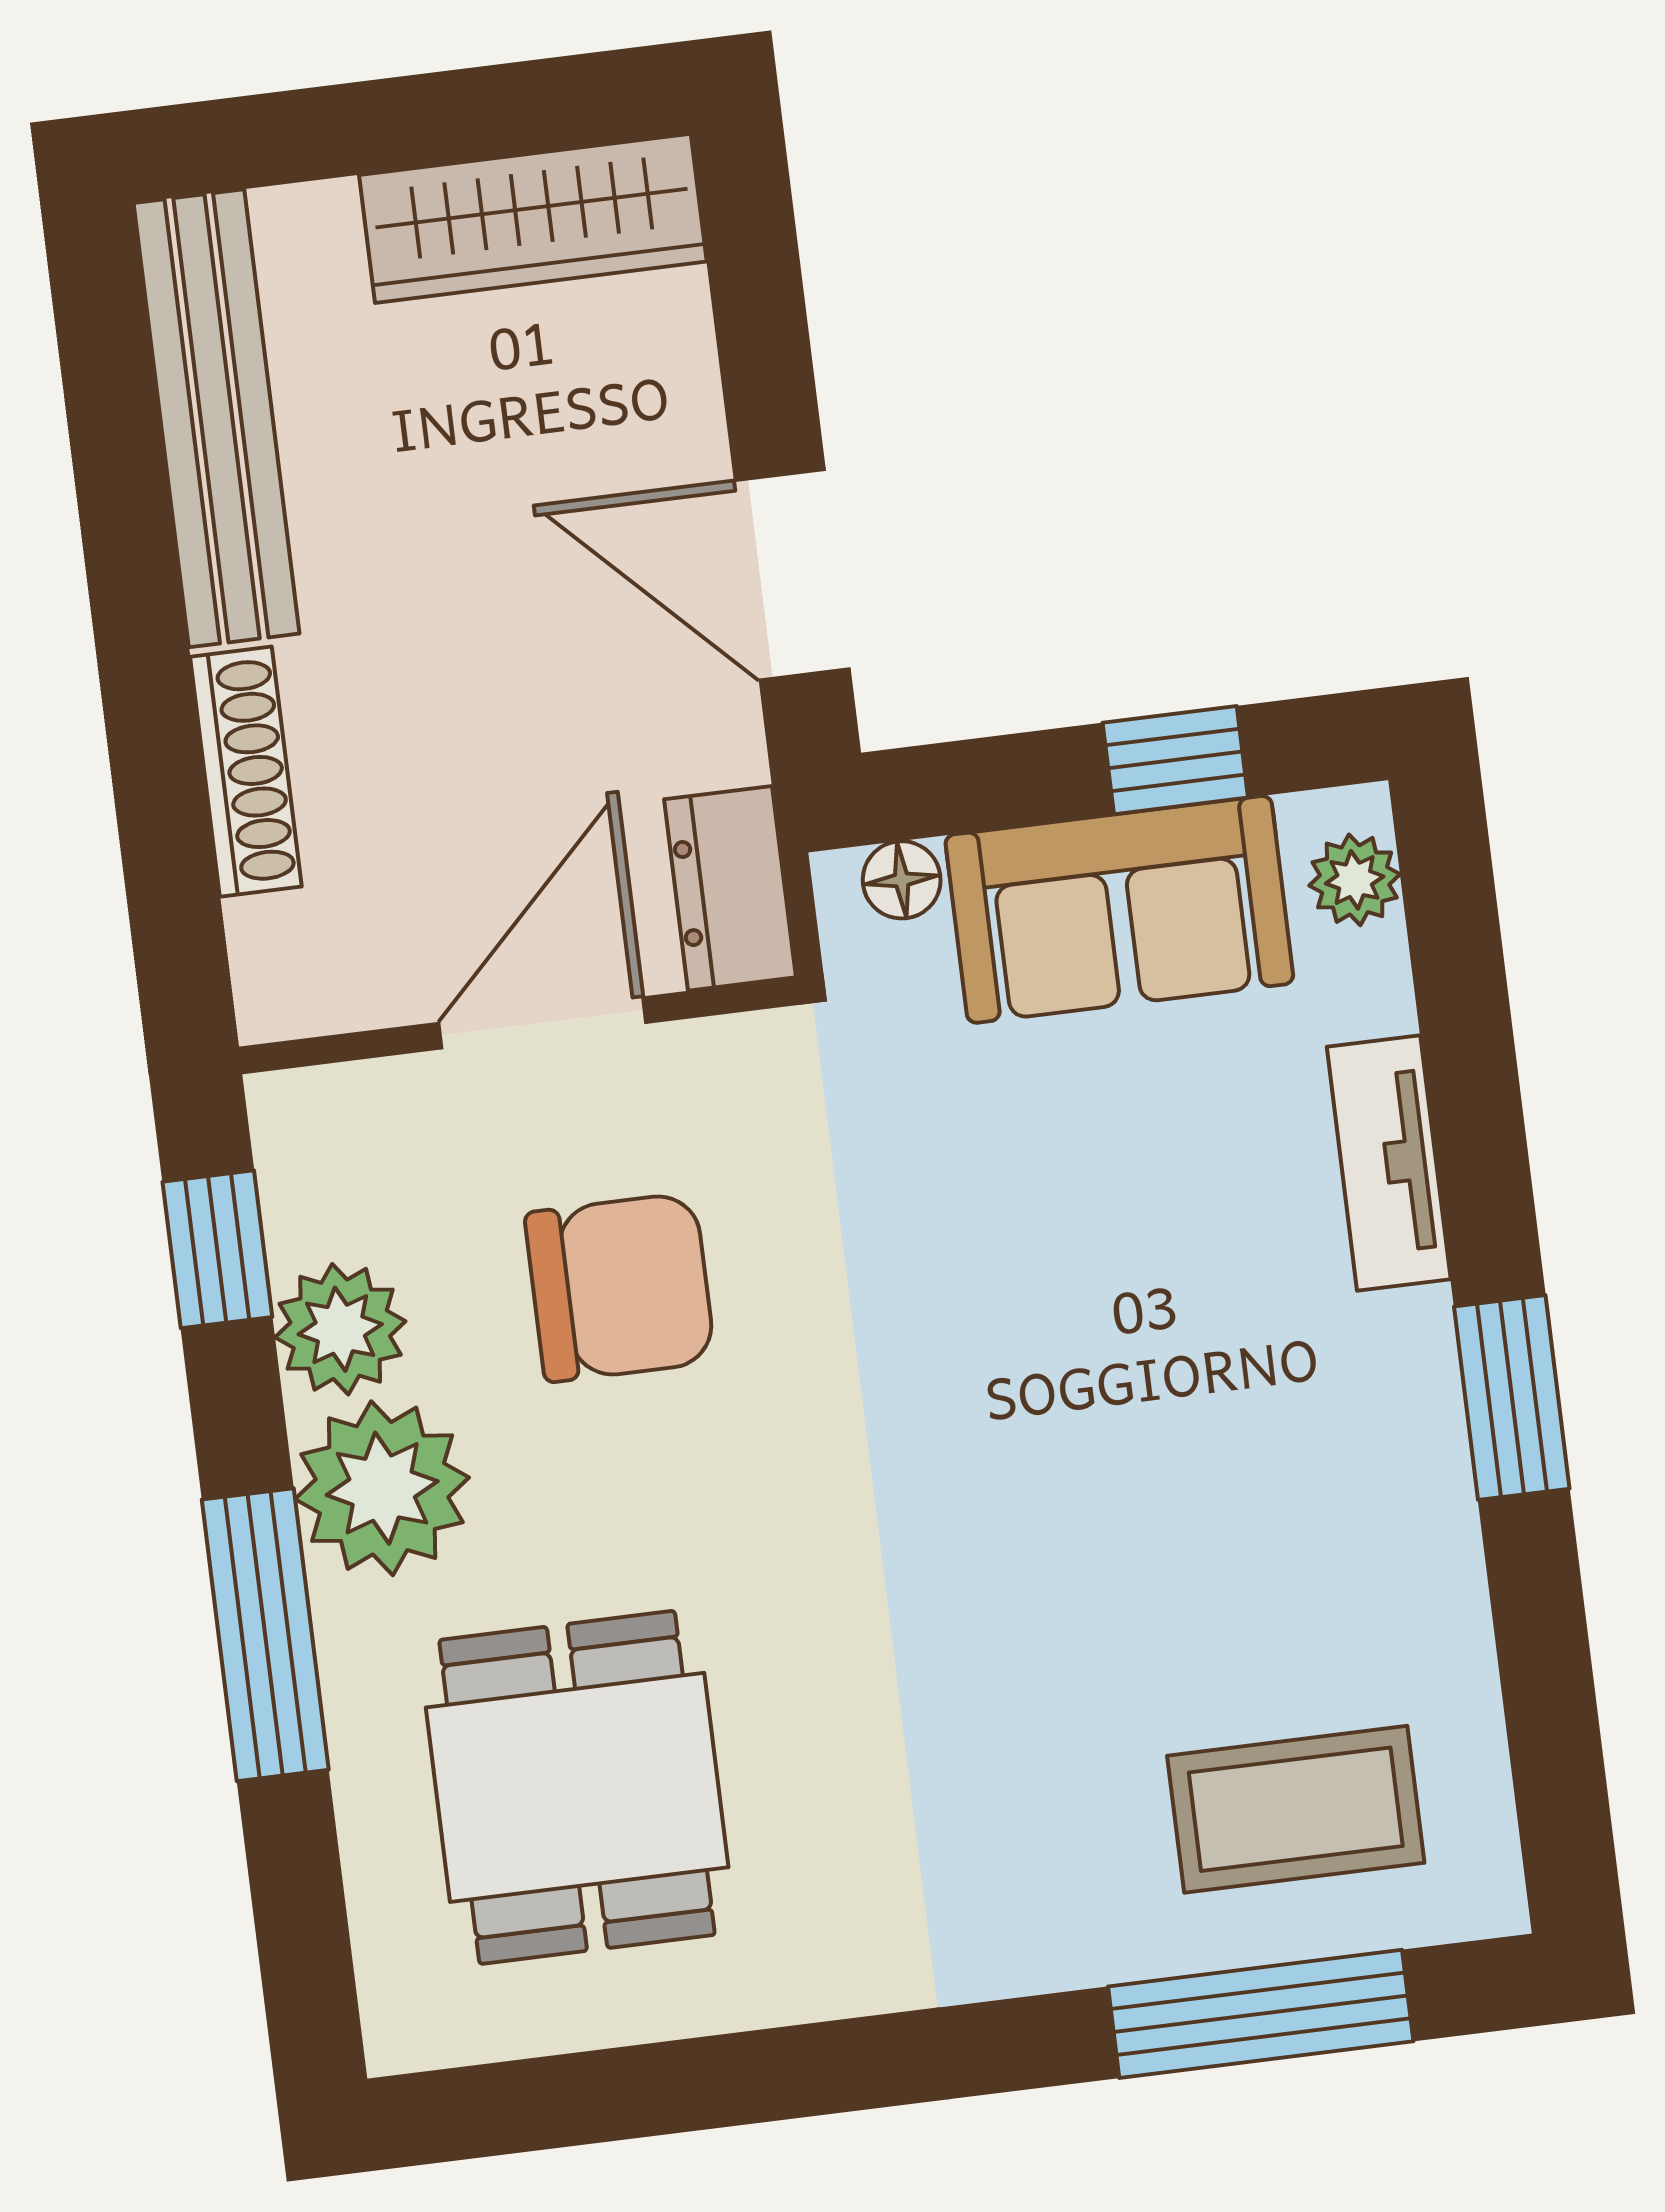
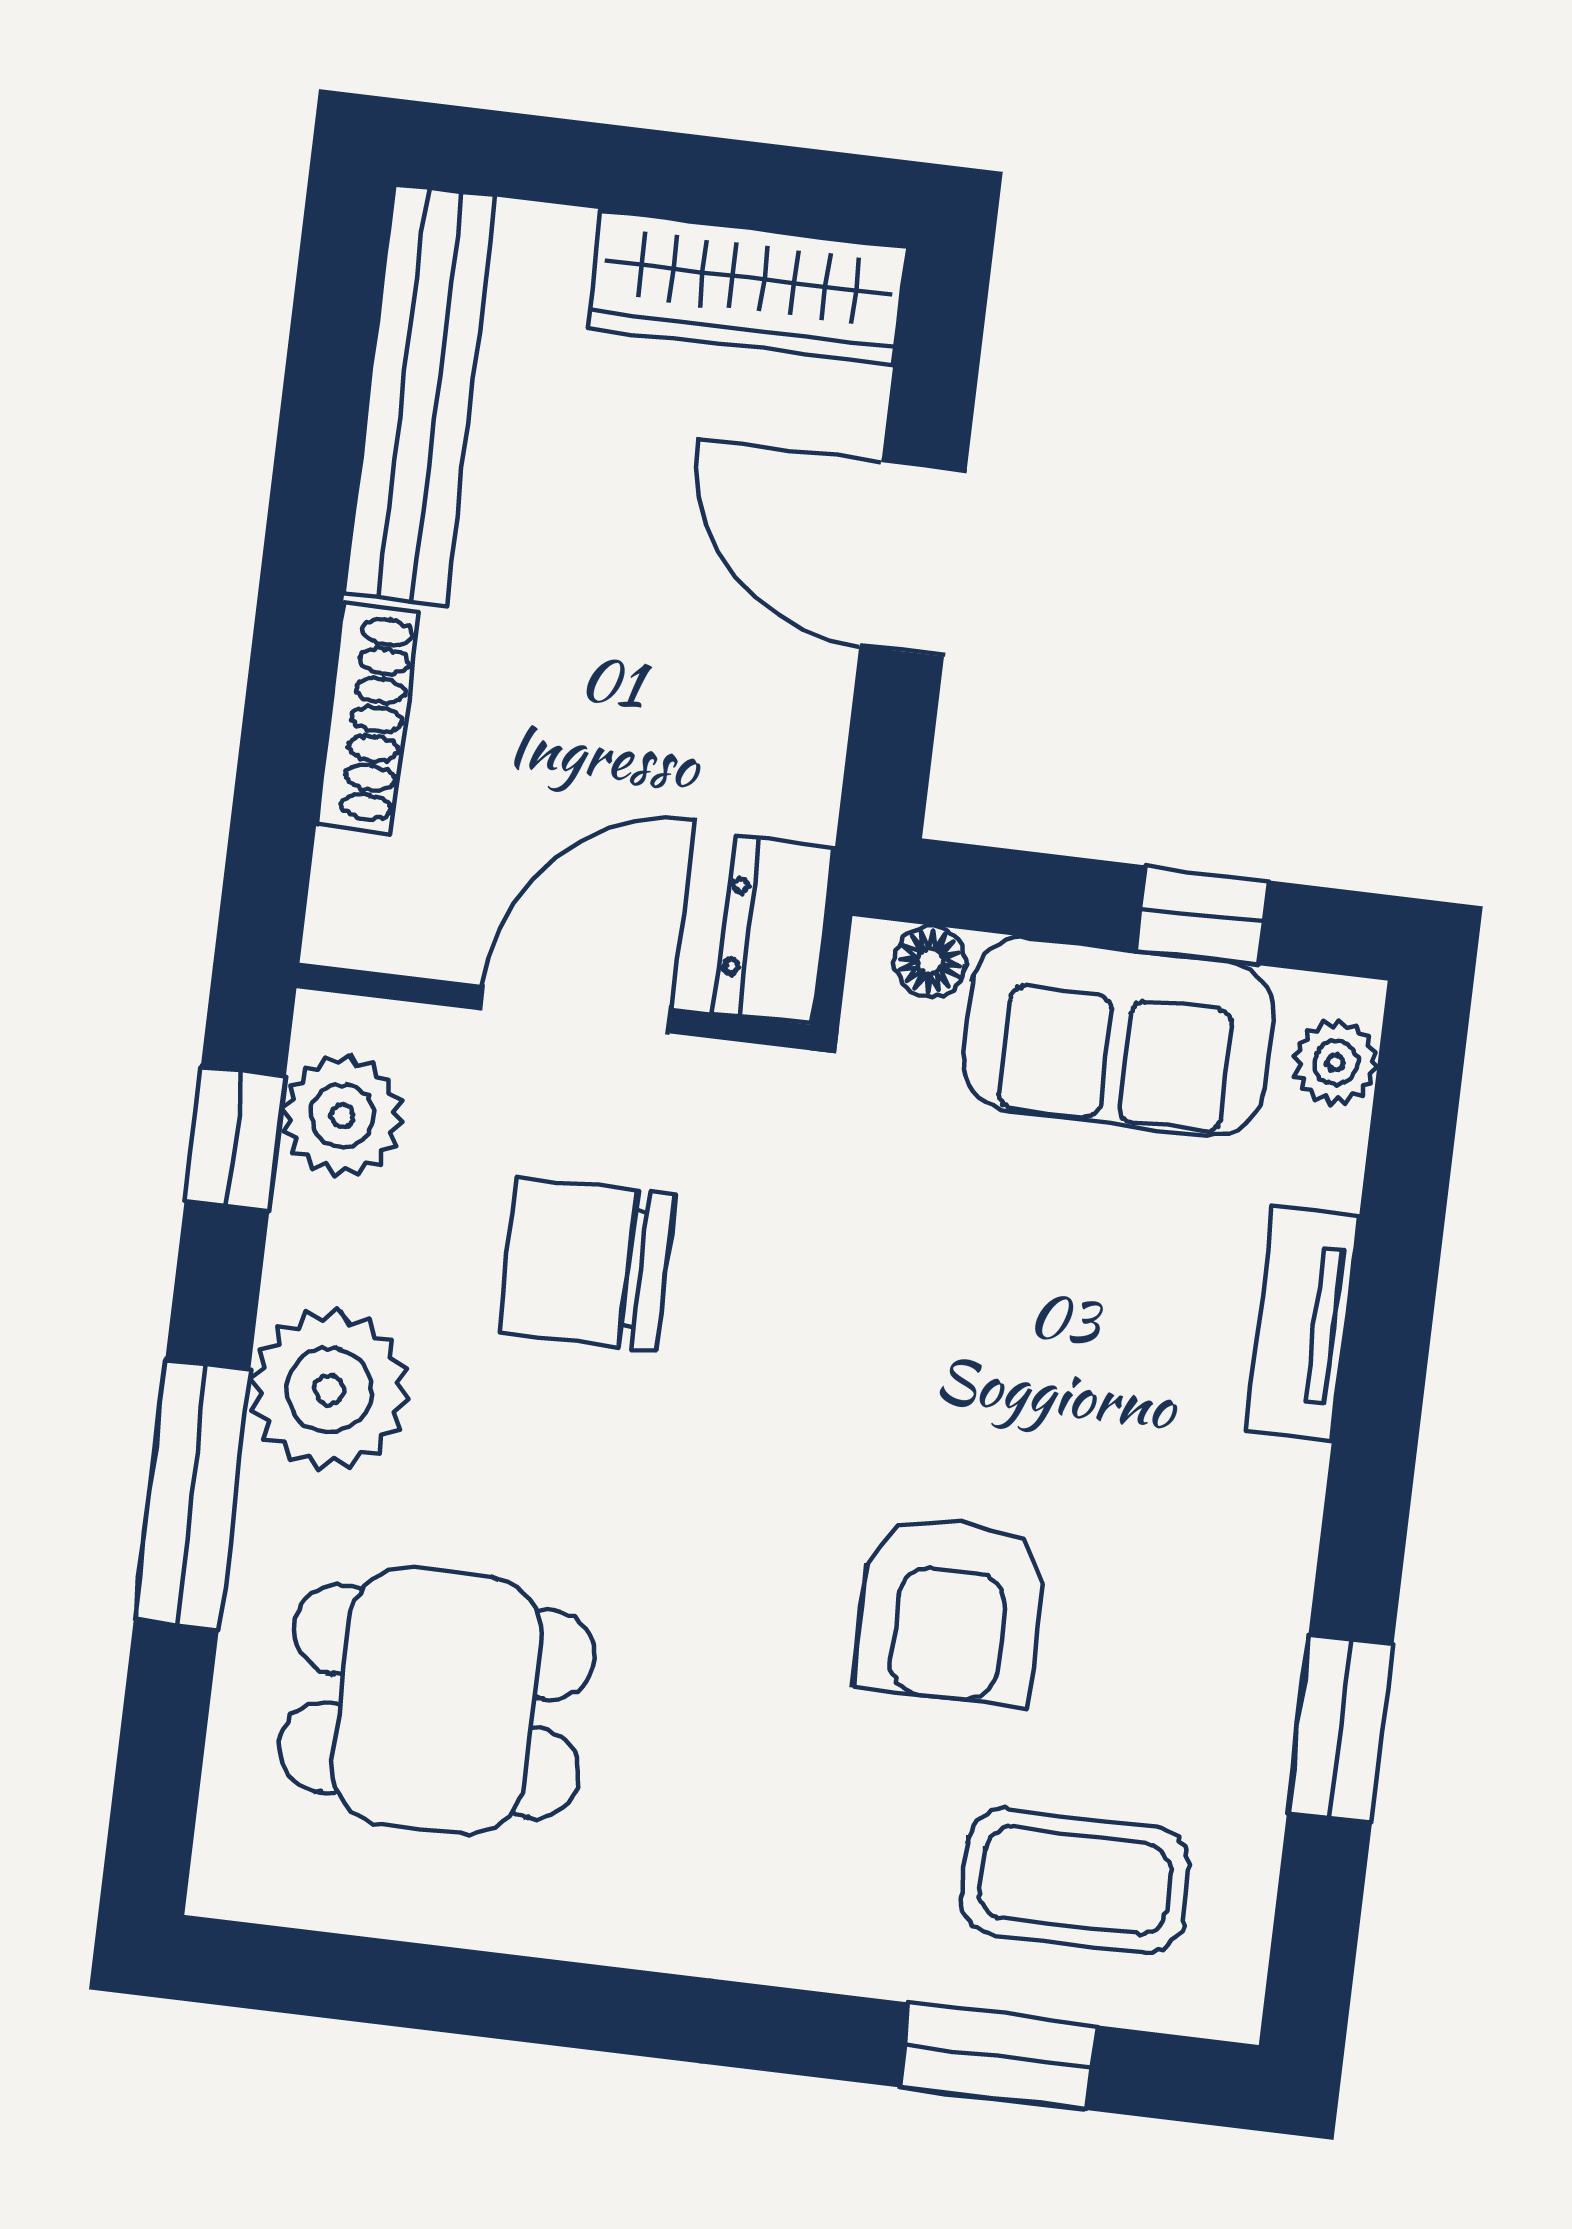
door: (792, 575) -> (913, 559), moved
chair: (620, 1287) -> (587, 1263), turned 180
plant: (340, 1329) -> (342, 1116), moved
window: (1512, 1398) -> (1340, 1728), moved
armchair: (1093, 1556) -> (951, 1609), added
dining table: (577, 1787) -> (437, 1701), turned 90
window: (1261, 2014) -> (998, 2056), width x0.69

